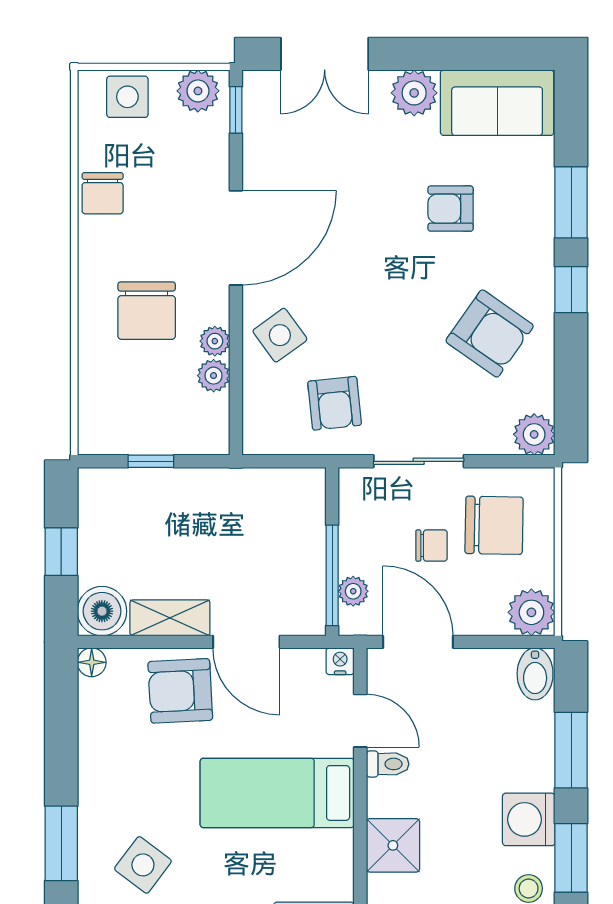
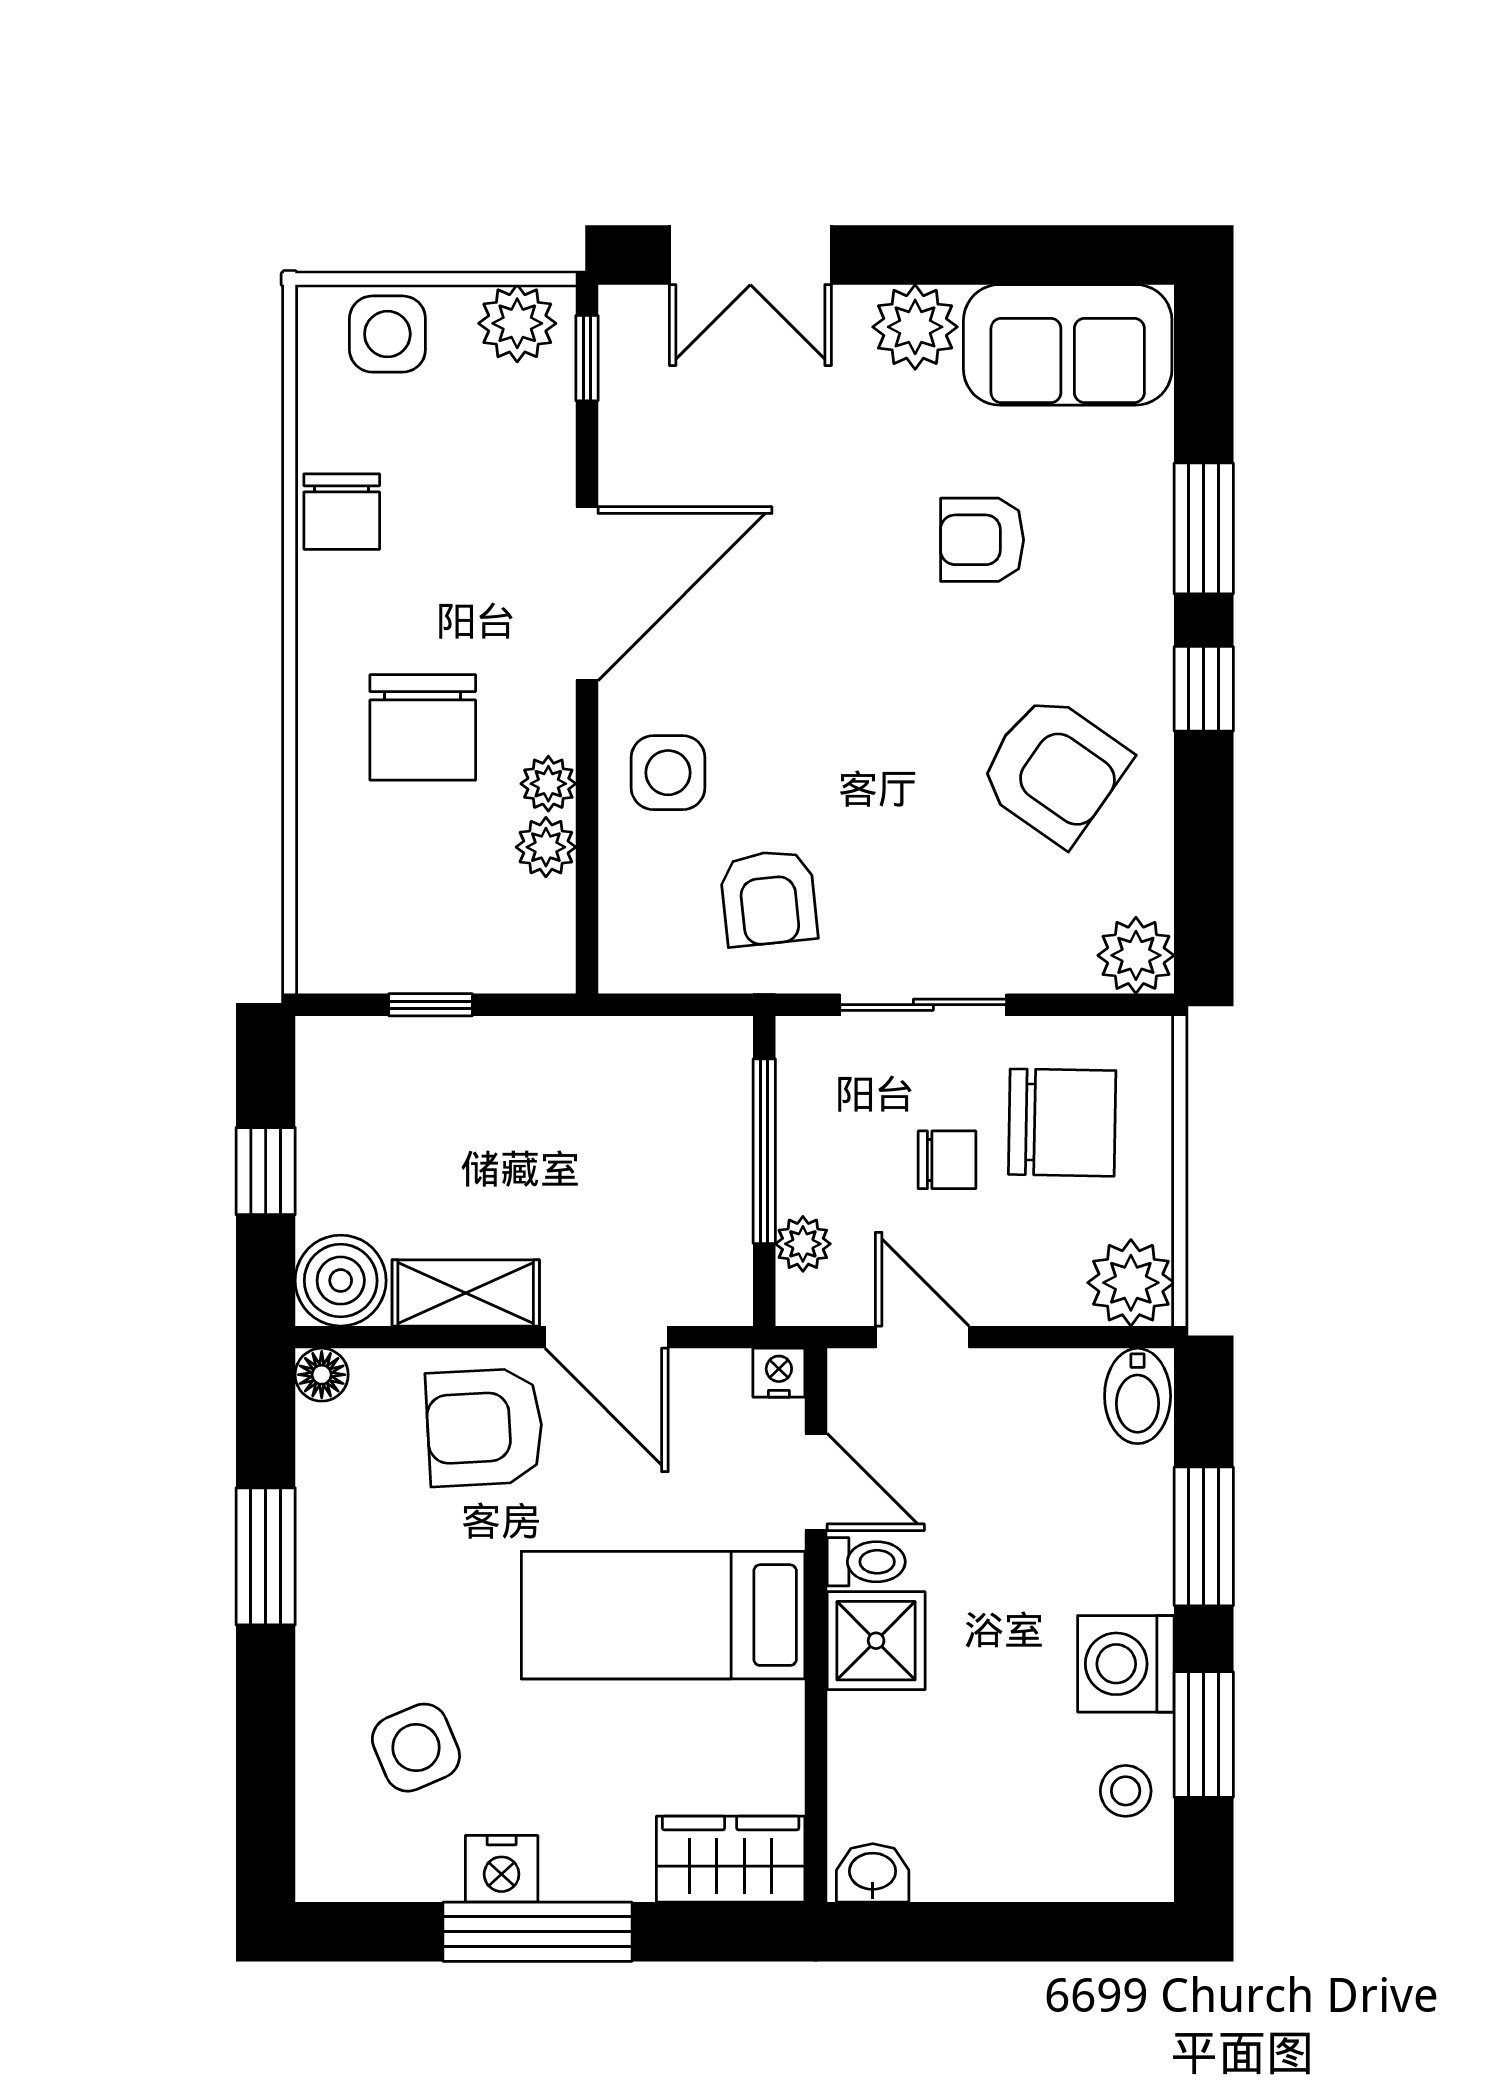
side table: (280, 335) -> (668, 773), turned 36
window: (332, 575) -> (764, 1151), moved
door: (418, 642) -> (922, 1337), width x0.73
window: (61, 843) -> (266, 1556), moved
shower: (393, 845) -> (876, 1641), moved
side table: (143, 865) -> (416, 1748), turned 30

